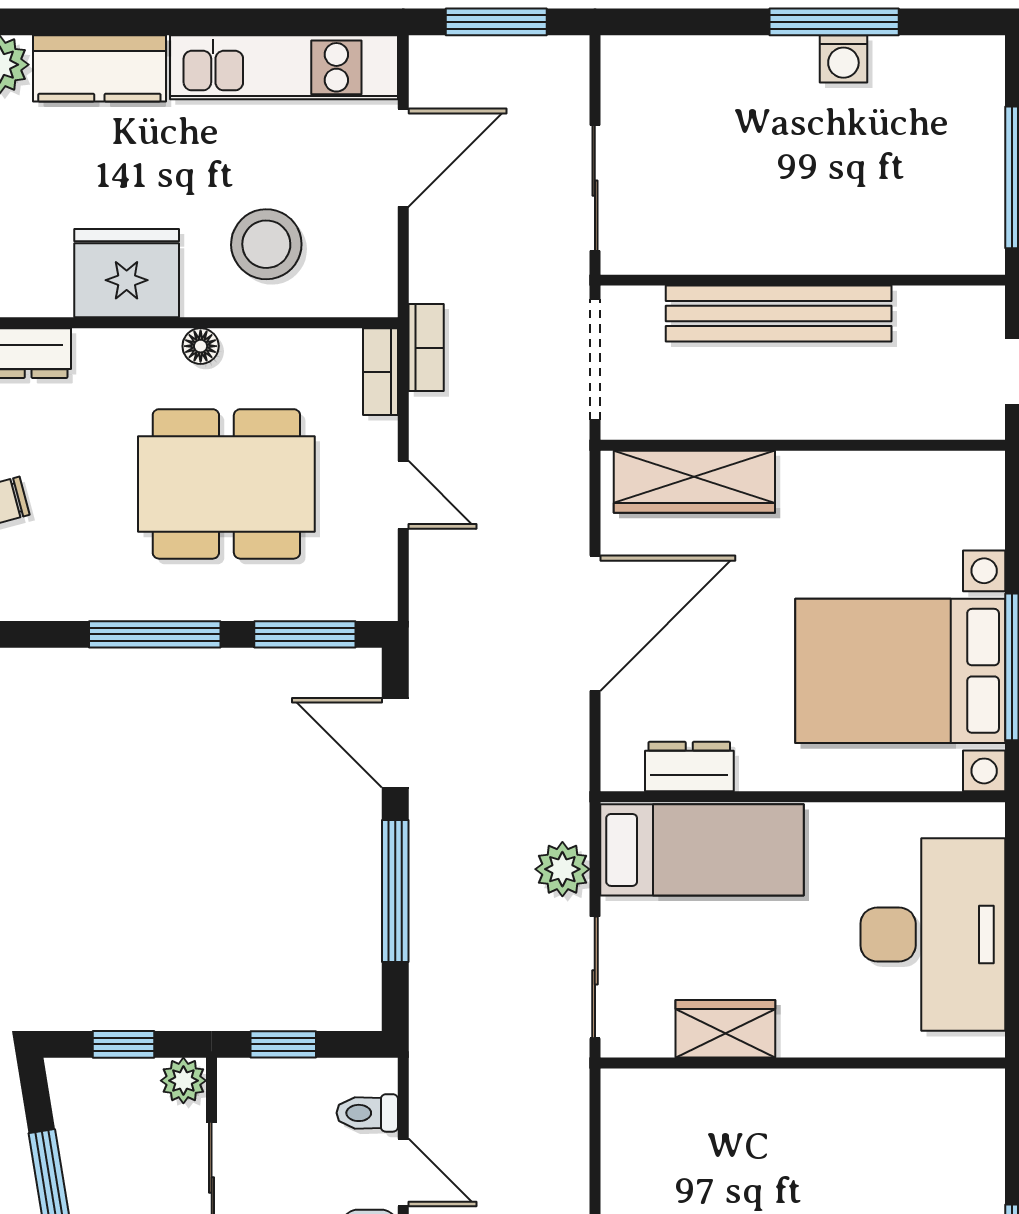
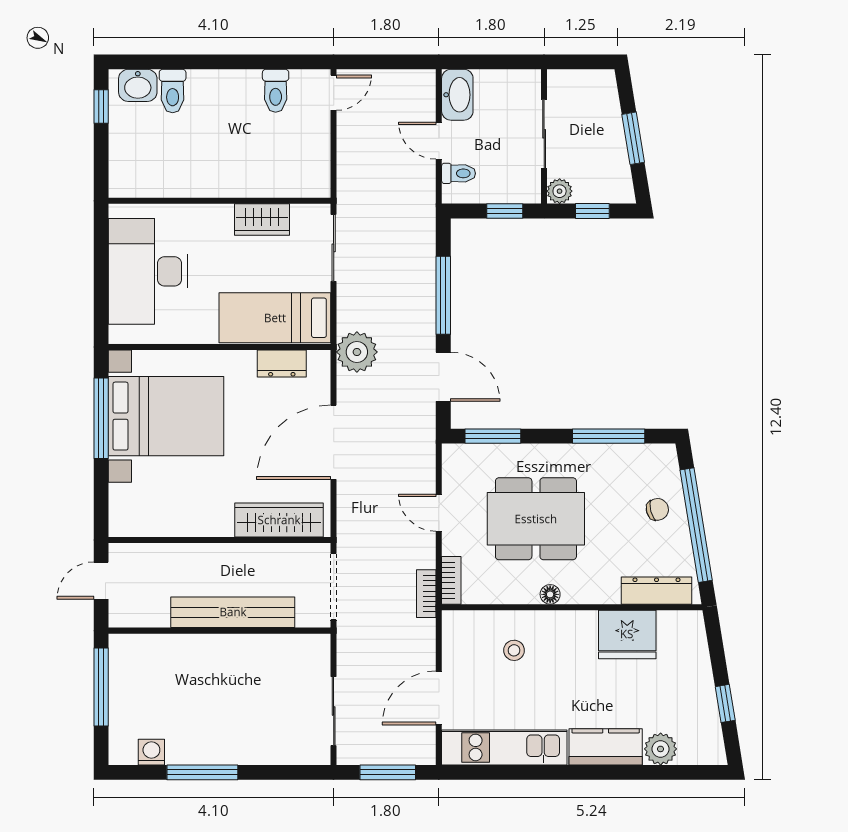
washing machine: (843, 59) -> (151, 752), moved
sliding door: (595, 188) -> (334, 711), moved
stool: (266, 244) -> (514, 650), width x0.53, depth x0.53
fridge: (127, 273) -> (627, 634), moved
window: (155, 634) -> (609, 436), moved
plant: (562, 869) -> (357, 352), moved, width x1.36, depth x1.36

